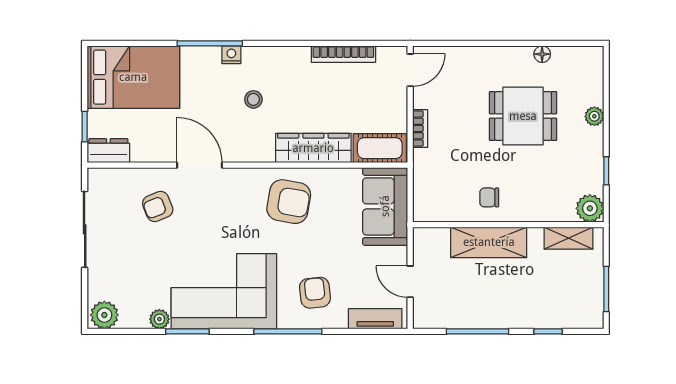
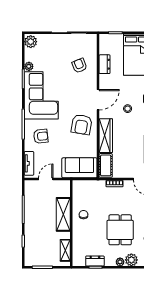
dresser: (108, 151) -> (105, 64), moved
door: (199, 165) -> (98, 100), moved
dresser: (592, 172) -> (95, 261), added
plant: (590, 208) -> (131, 260), moved

